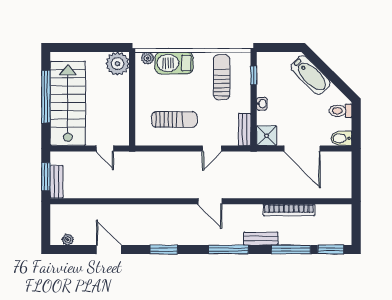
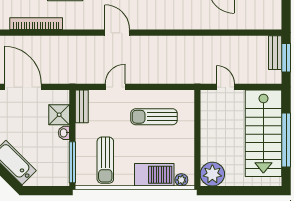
window: (254, 75) -> (72, 162), width x2.17
shower: (267, 136) -> (59, 115), moved

